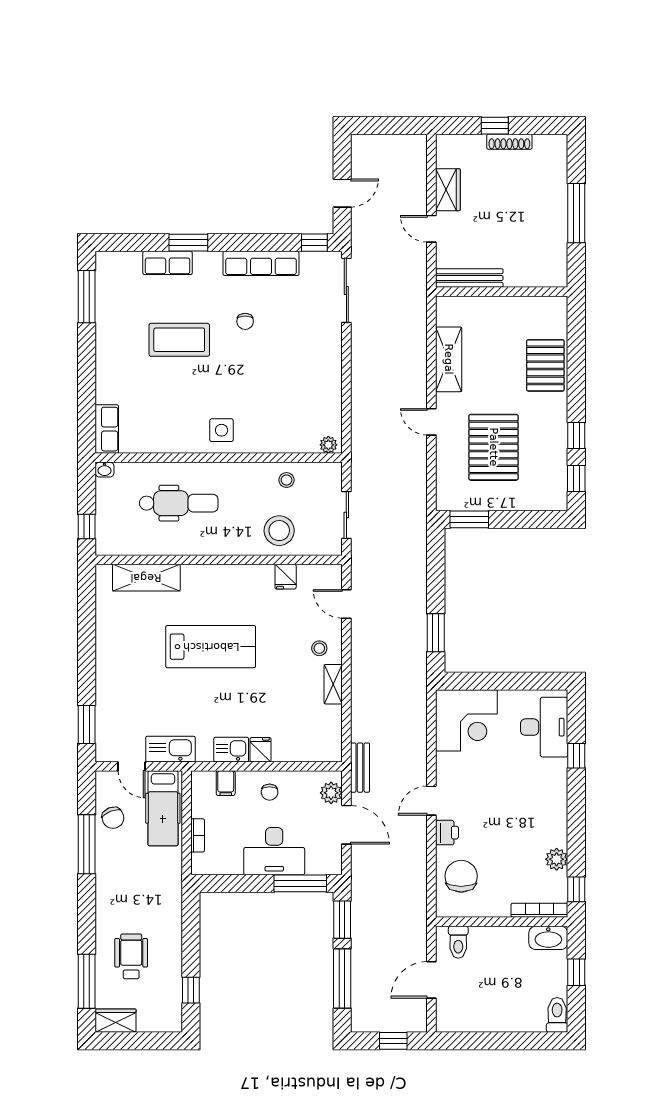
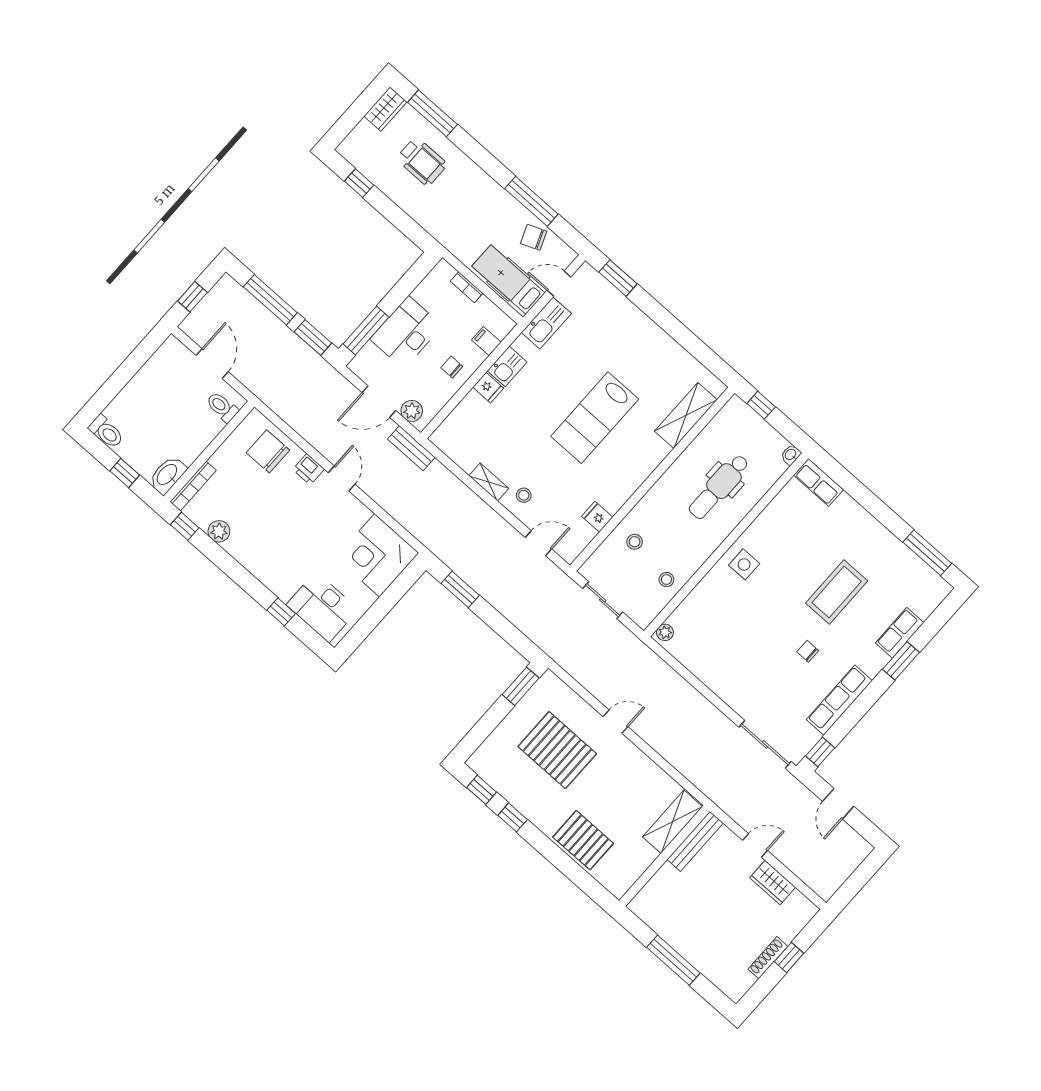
shelving: (449, 359) -> (673, 822), moved, turned 90
stool: (279, 531) -> (635, 542), width x0.53, depth x0.53
chair: (461, 876) -> (268, 451), turned 180

